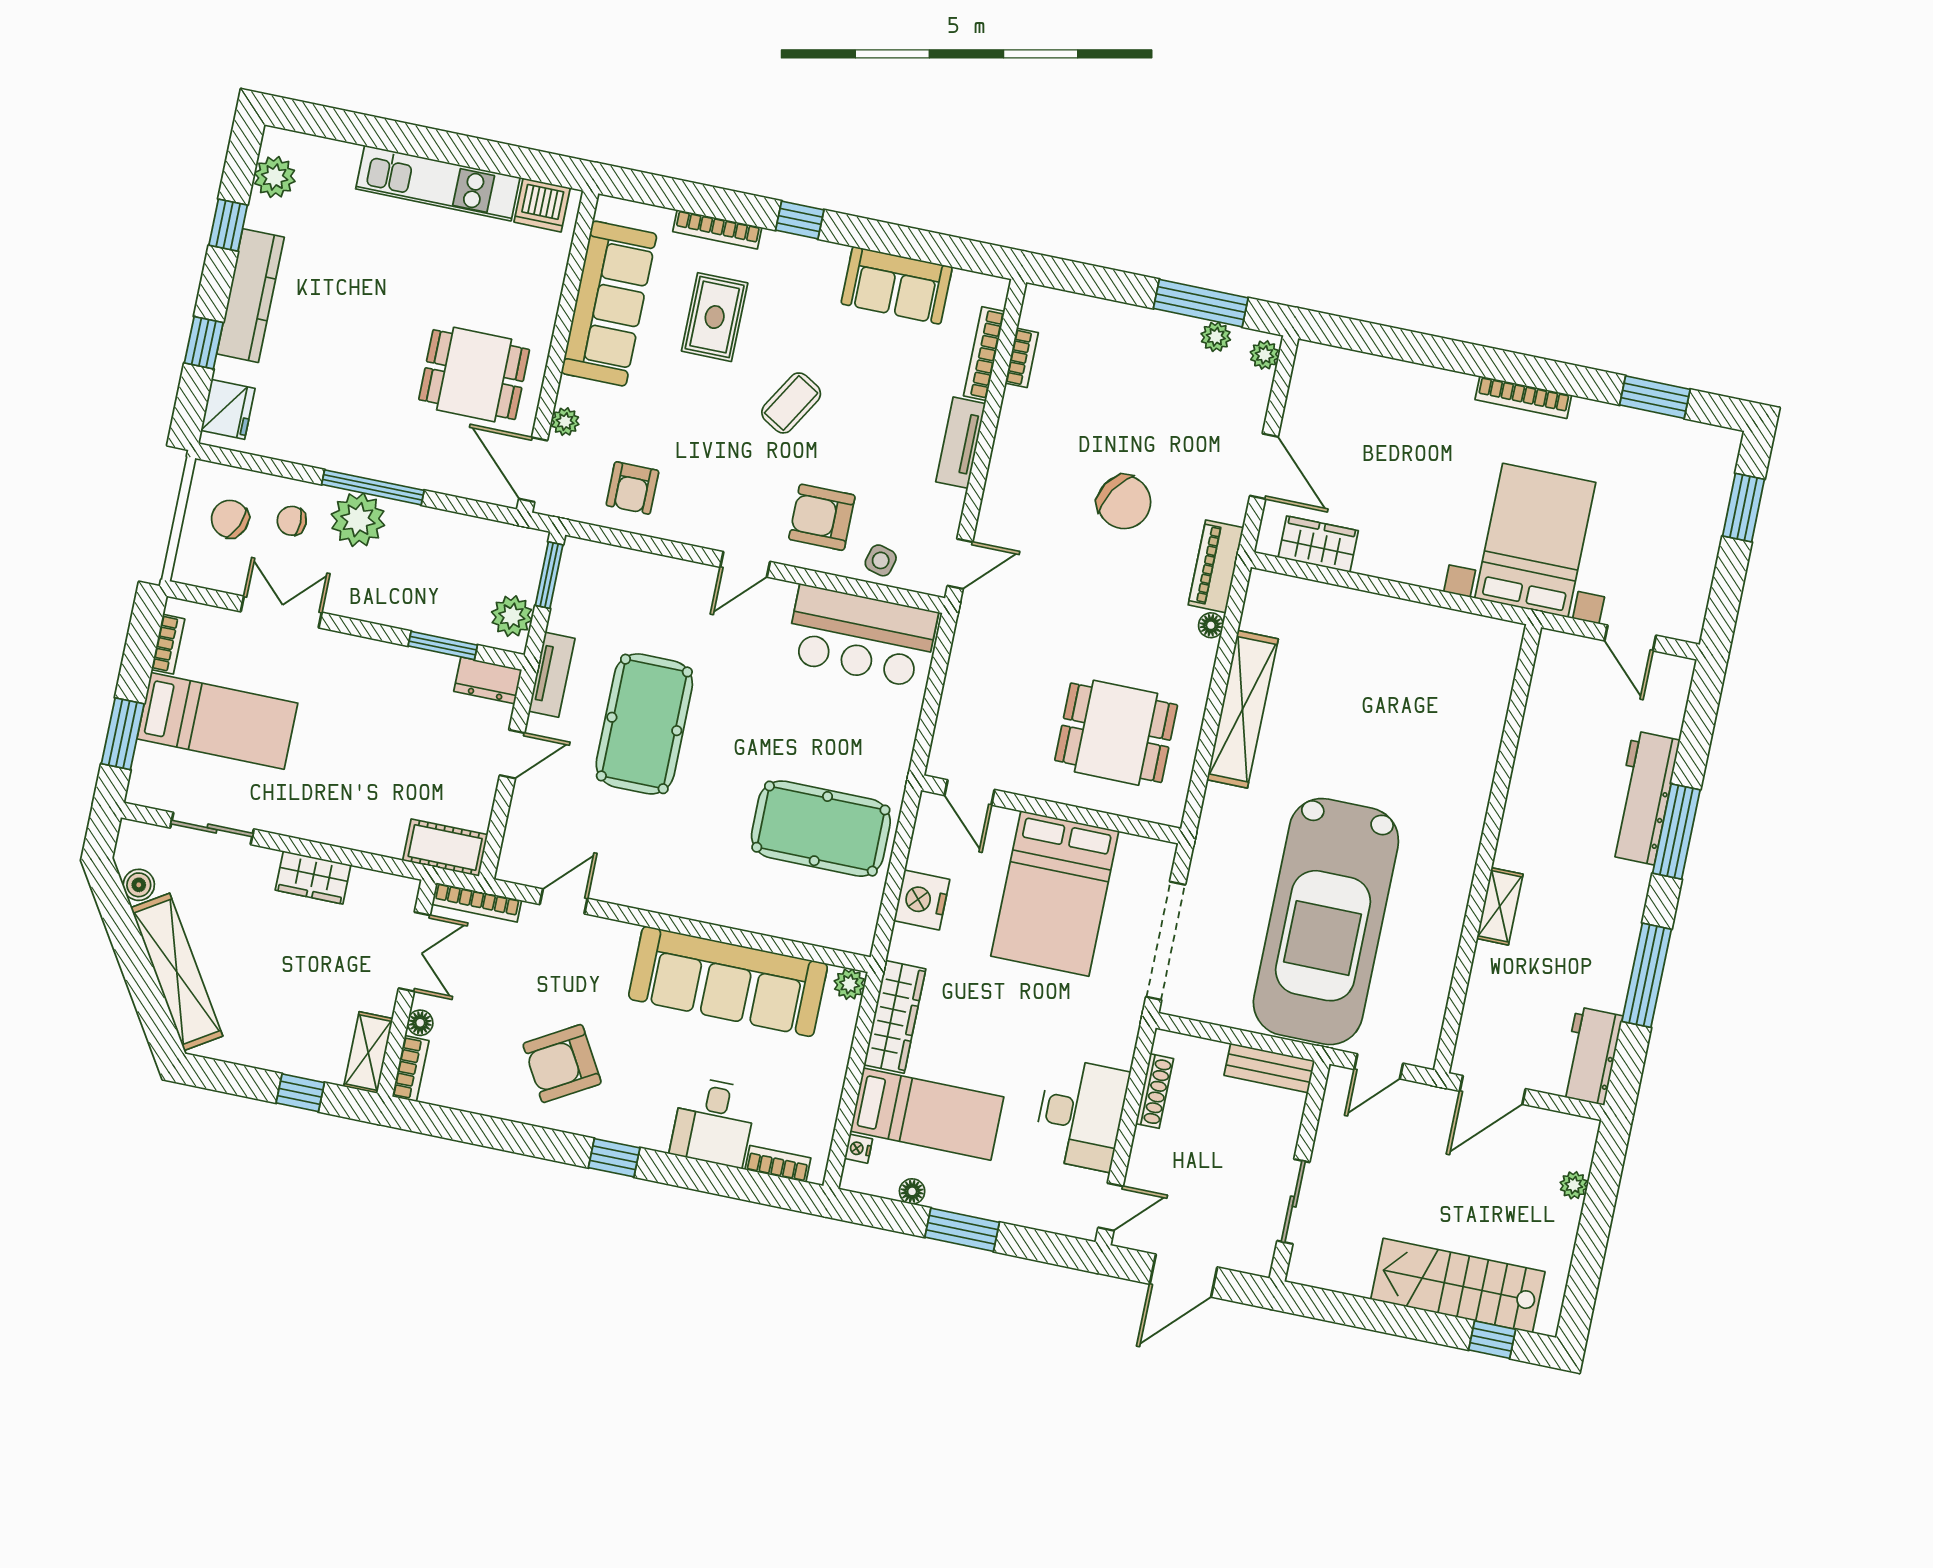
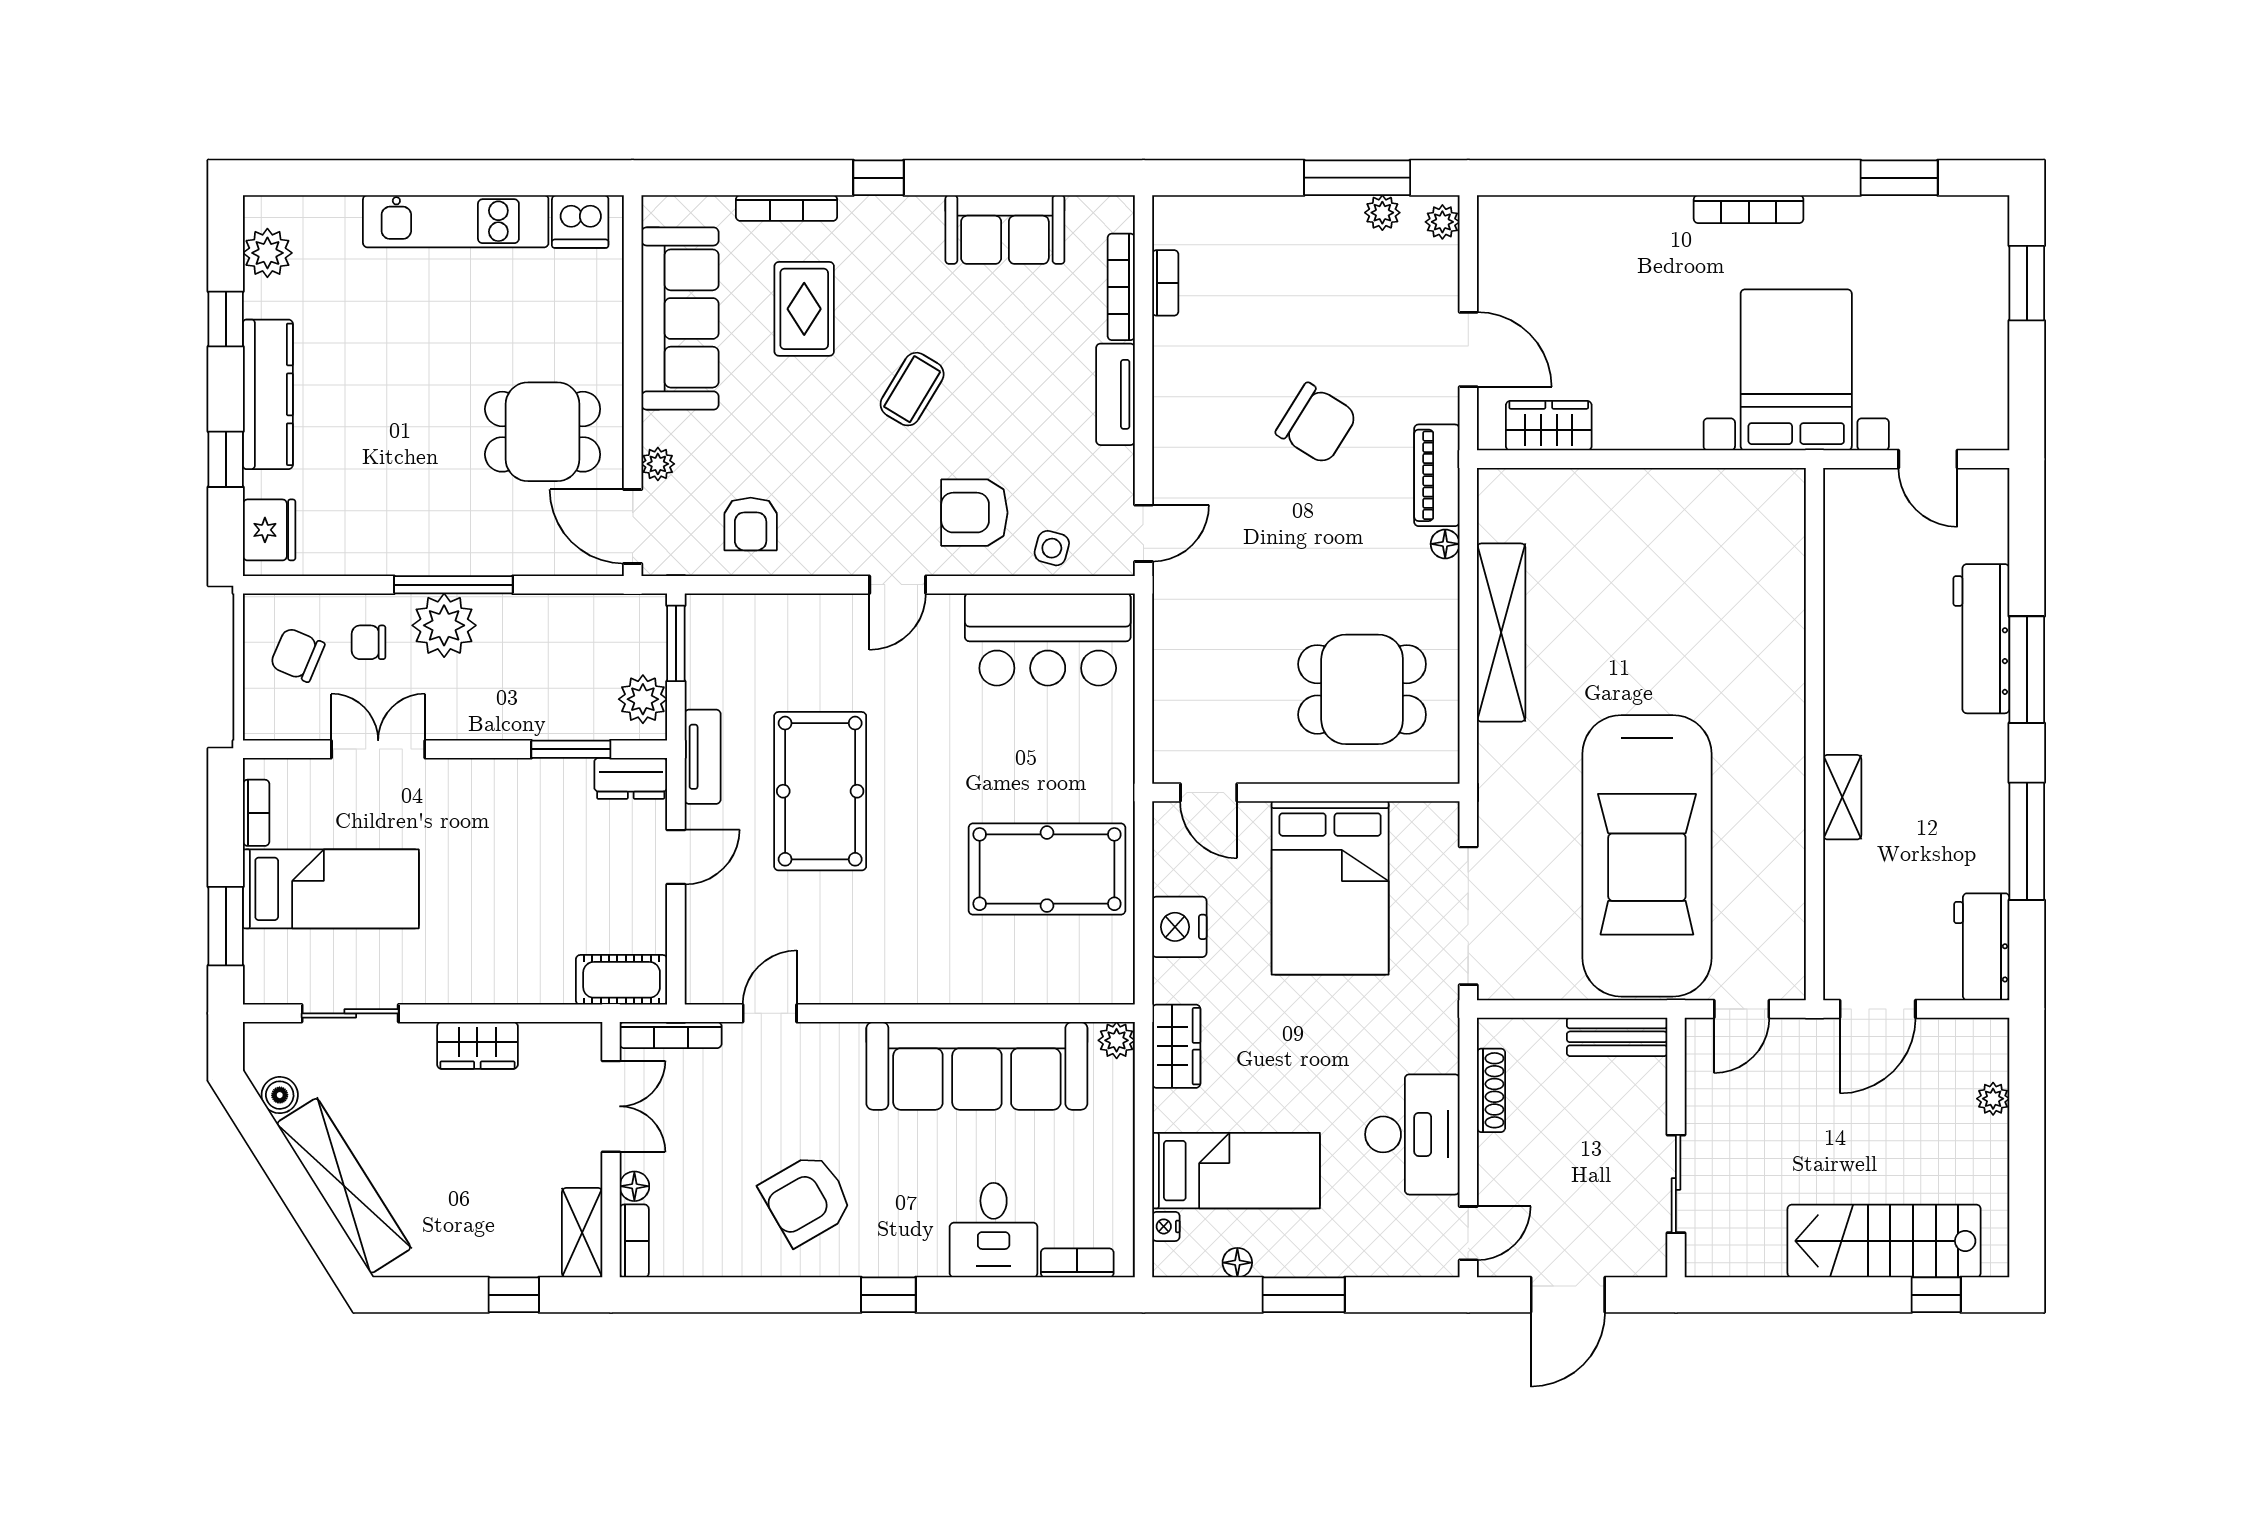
wardrobe: (895, 1017) -> (1176, 1046), width x0.67

